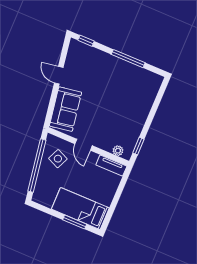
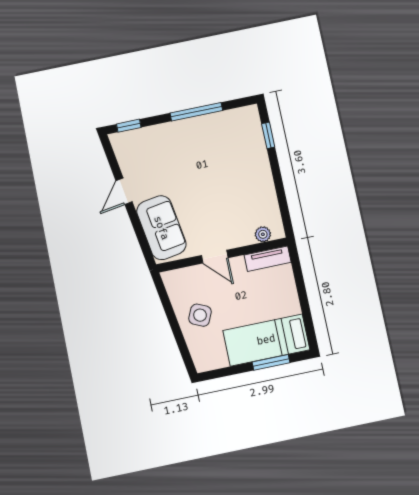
door: (59, 75) -> (124, 191), hinge flipped
window: (138, 146) -> (268, 135), moved
side table: (58, 159) -> (200, 315), moved
window: (37, 166) -> (174, 324), removed

